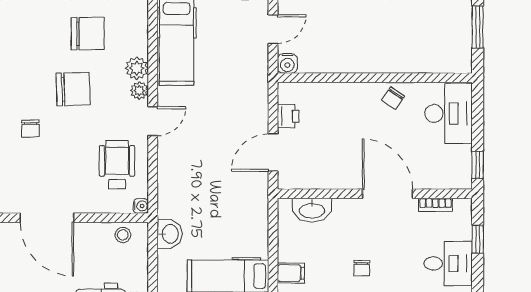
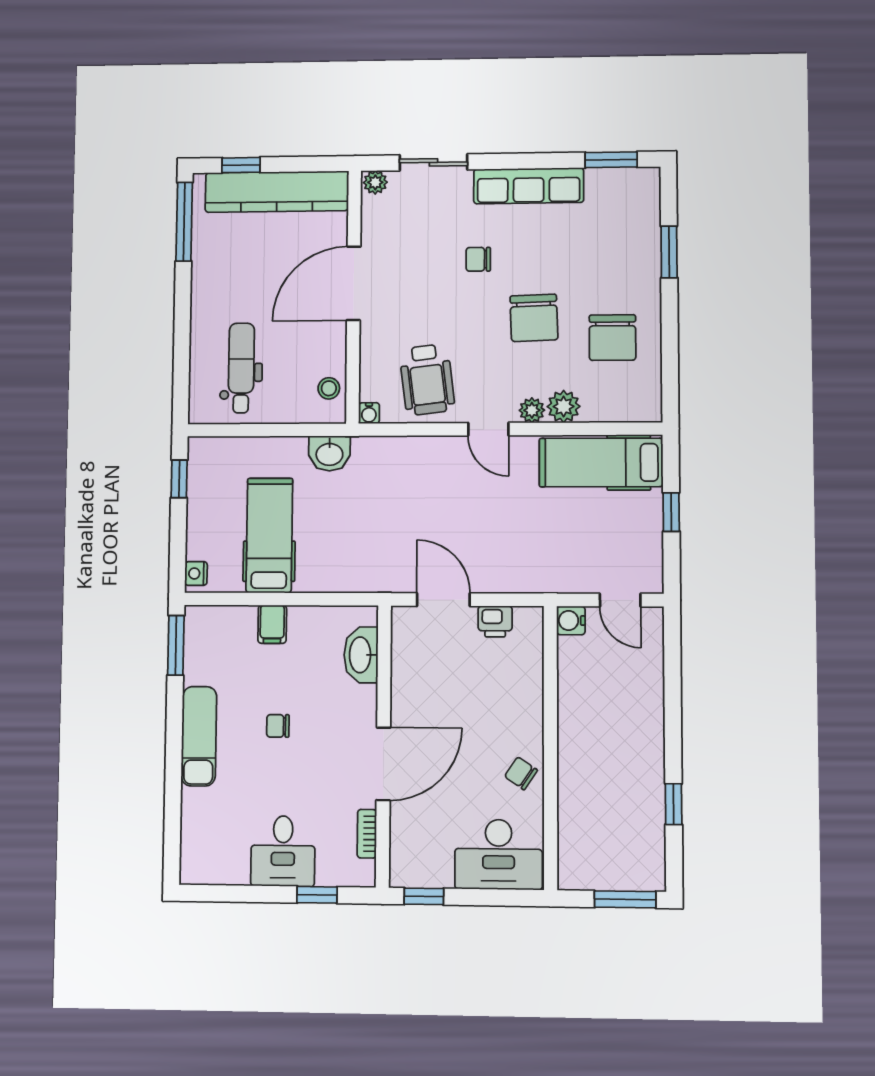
wheelchair: (117, 165) -> (427, 380), turned 83

